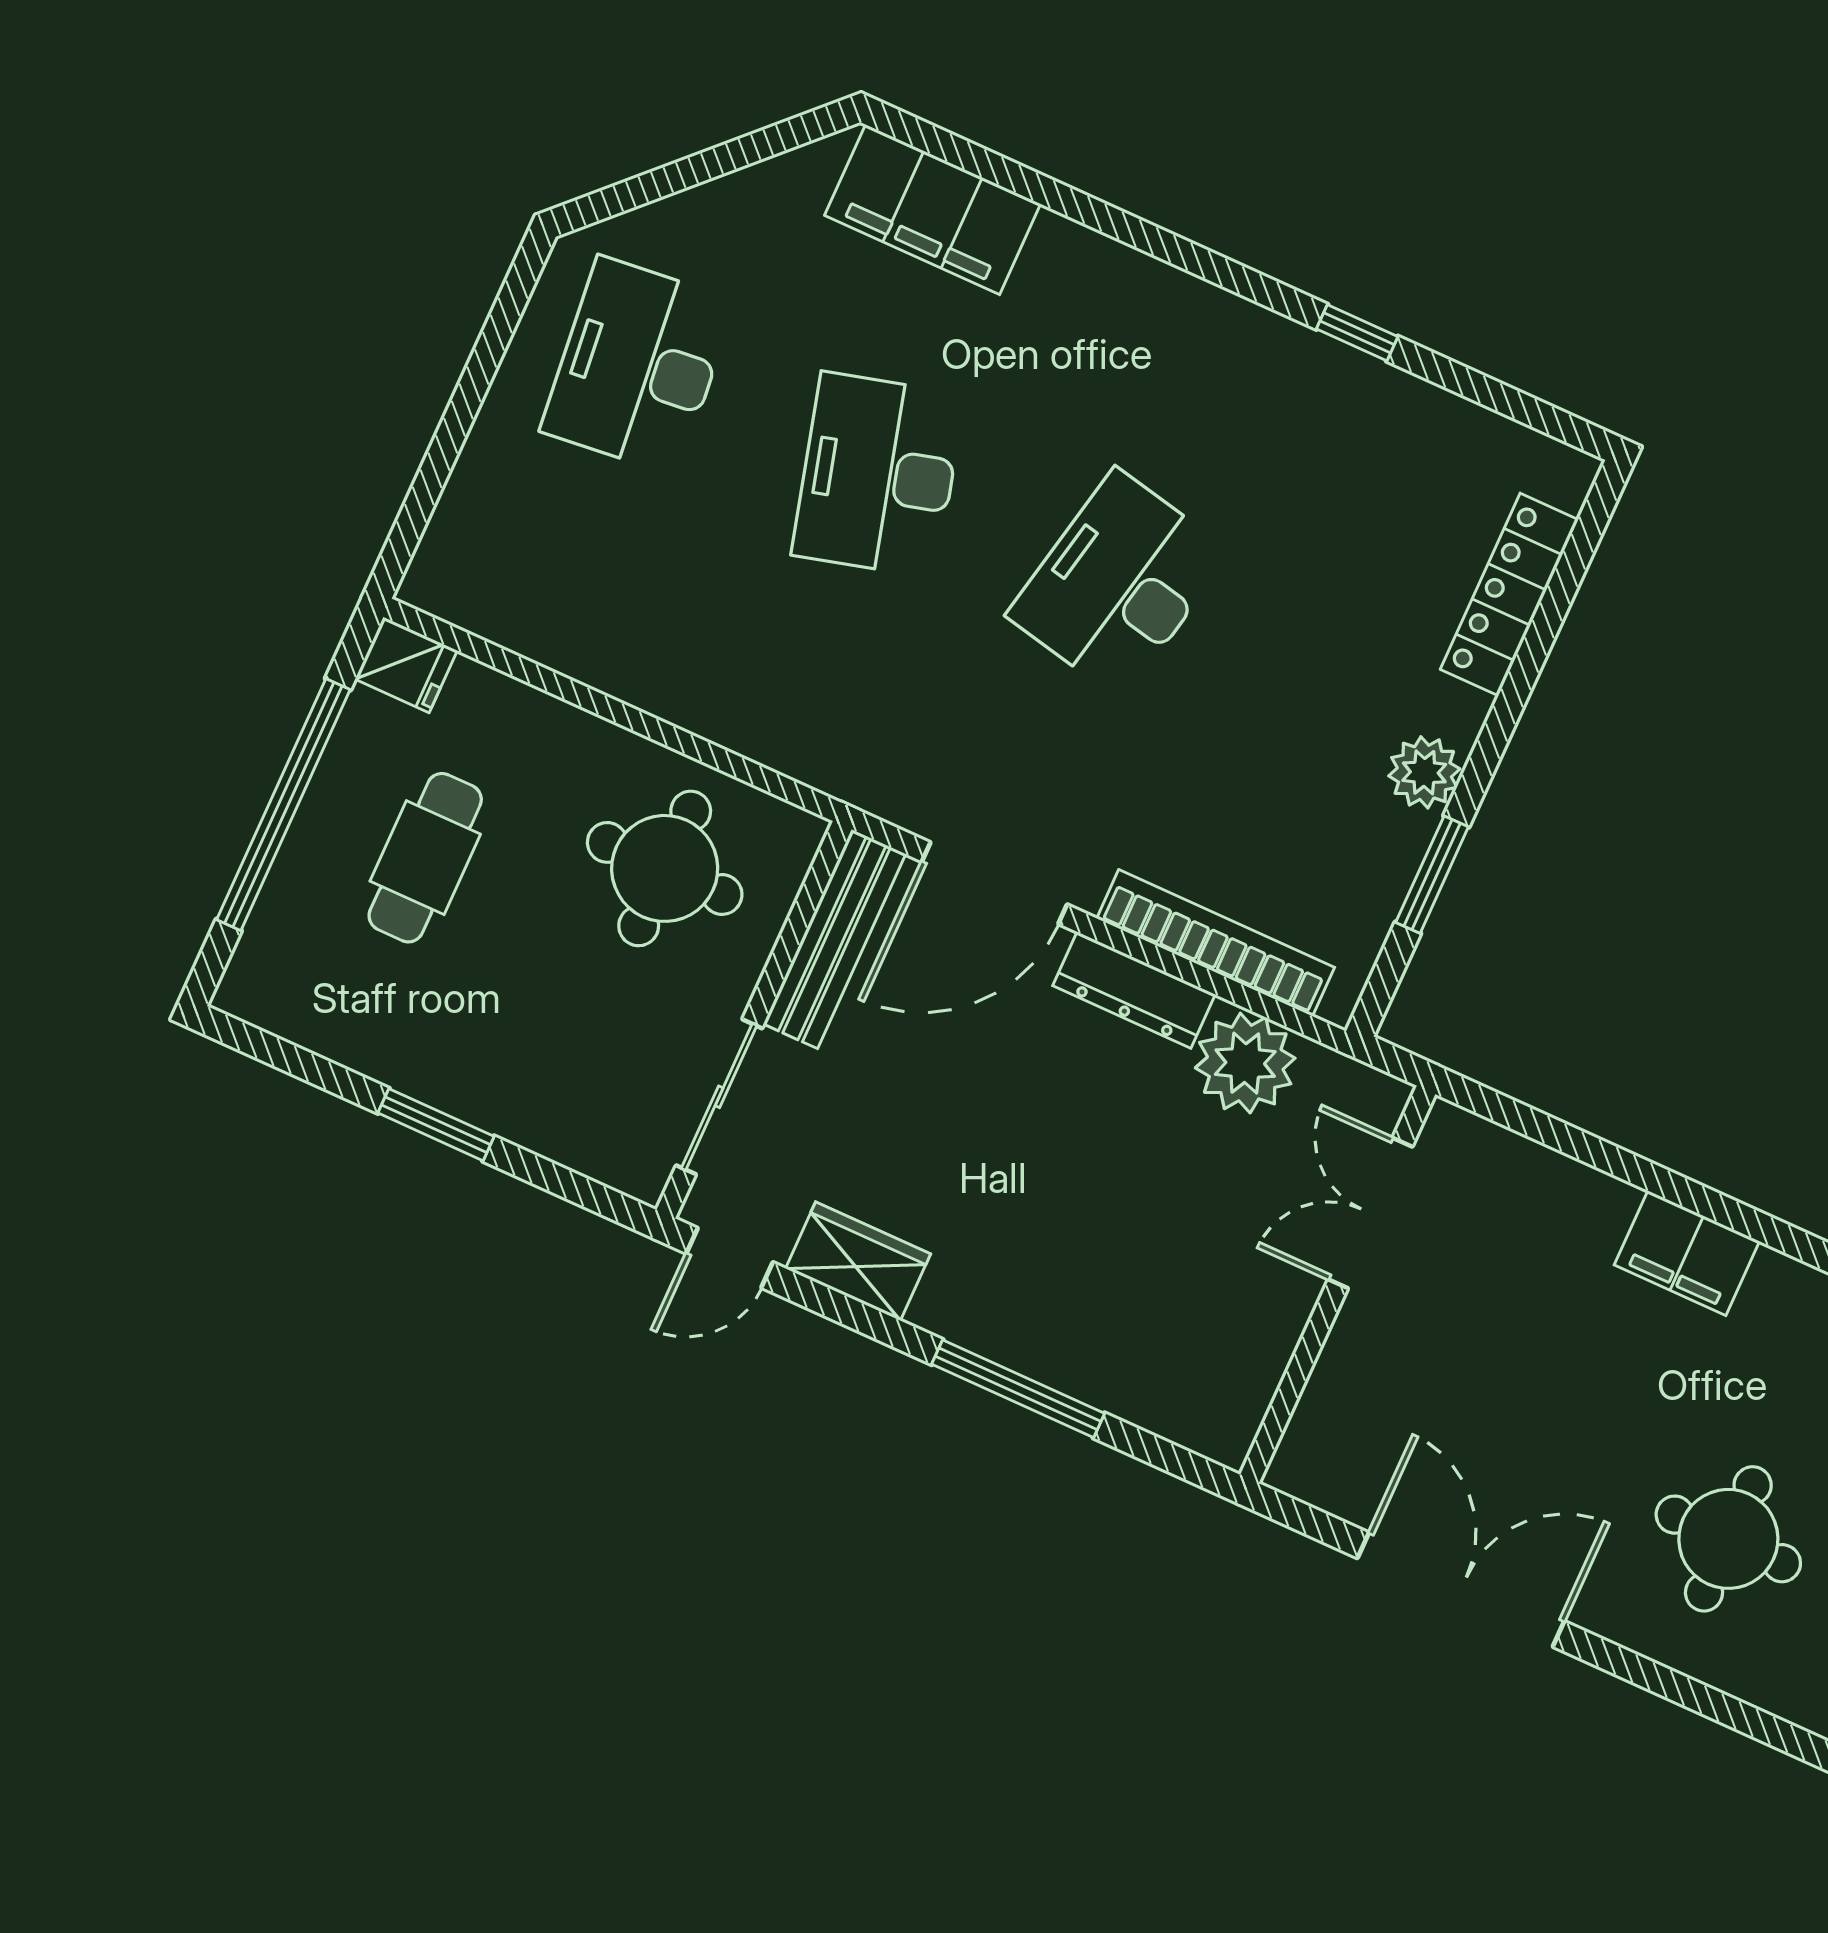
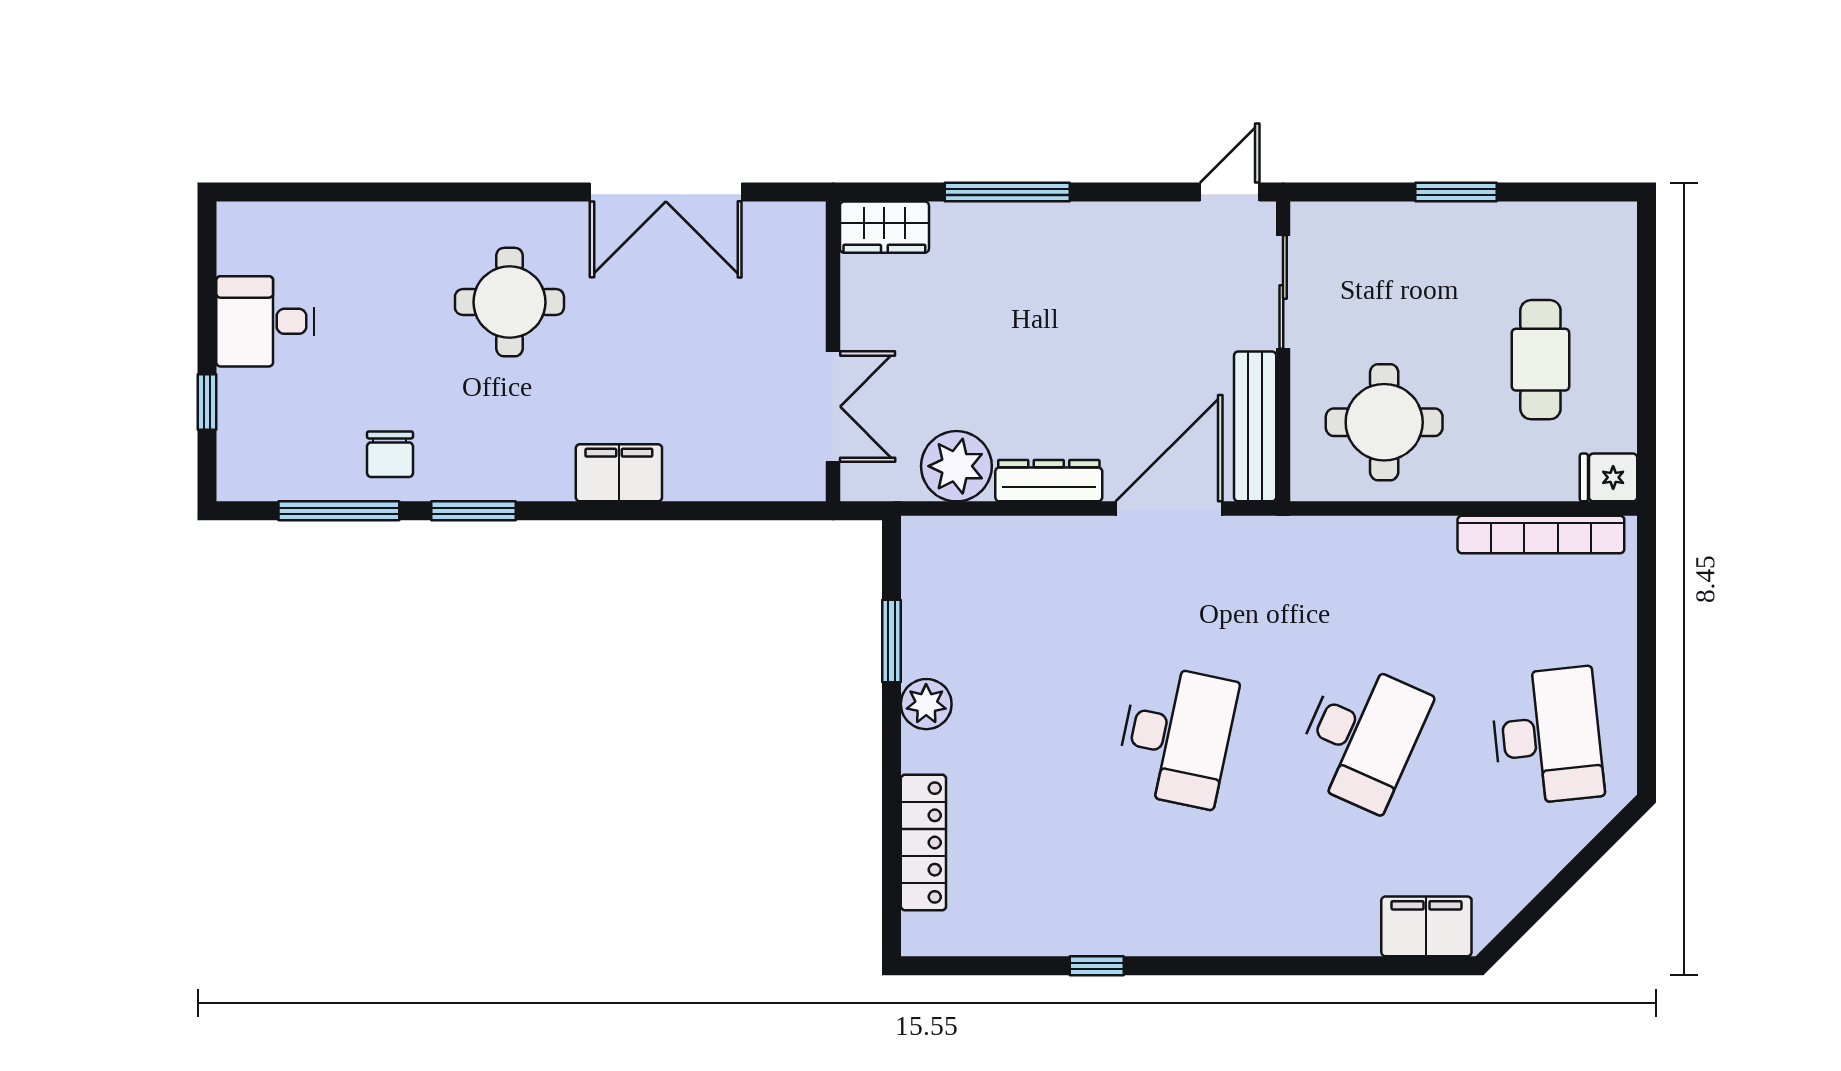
filing cabinet: (933, 210) -> (1426, 926), width x0.67, depth x0.86
desk: (878, 475) -> (1362, 736), turned 39
window: (283, 805) -> (1647, 352), removed
bookcase: (1216, 943) -> (1541, 534), moved
wardrobe: (858, 1261) -> (884, 227), moved

